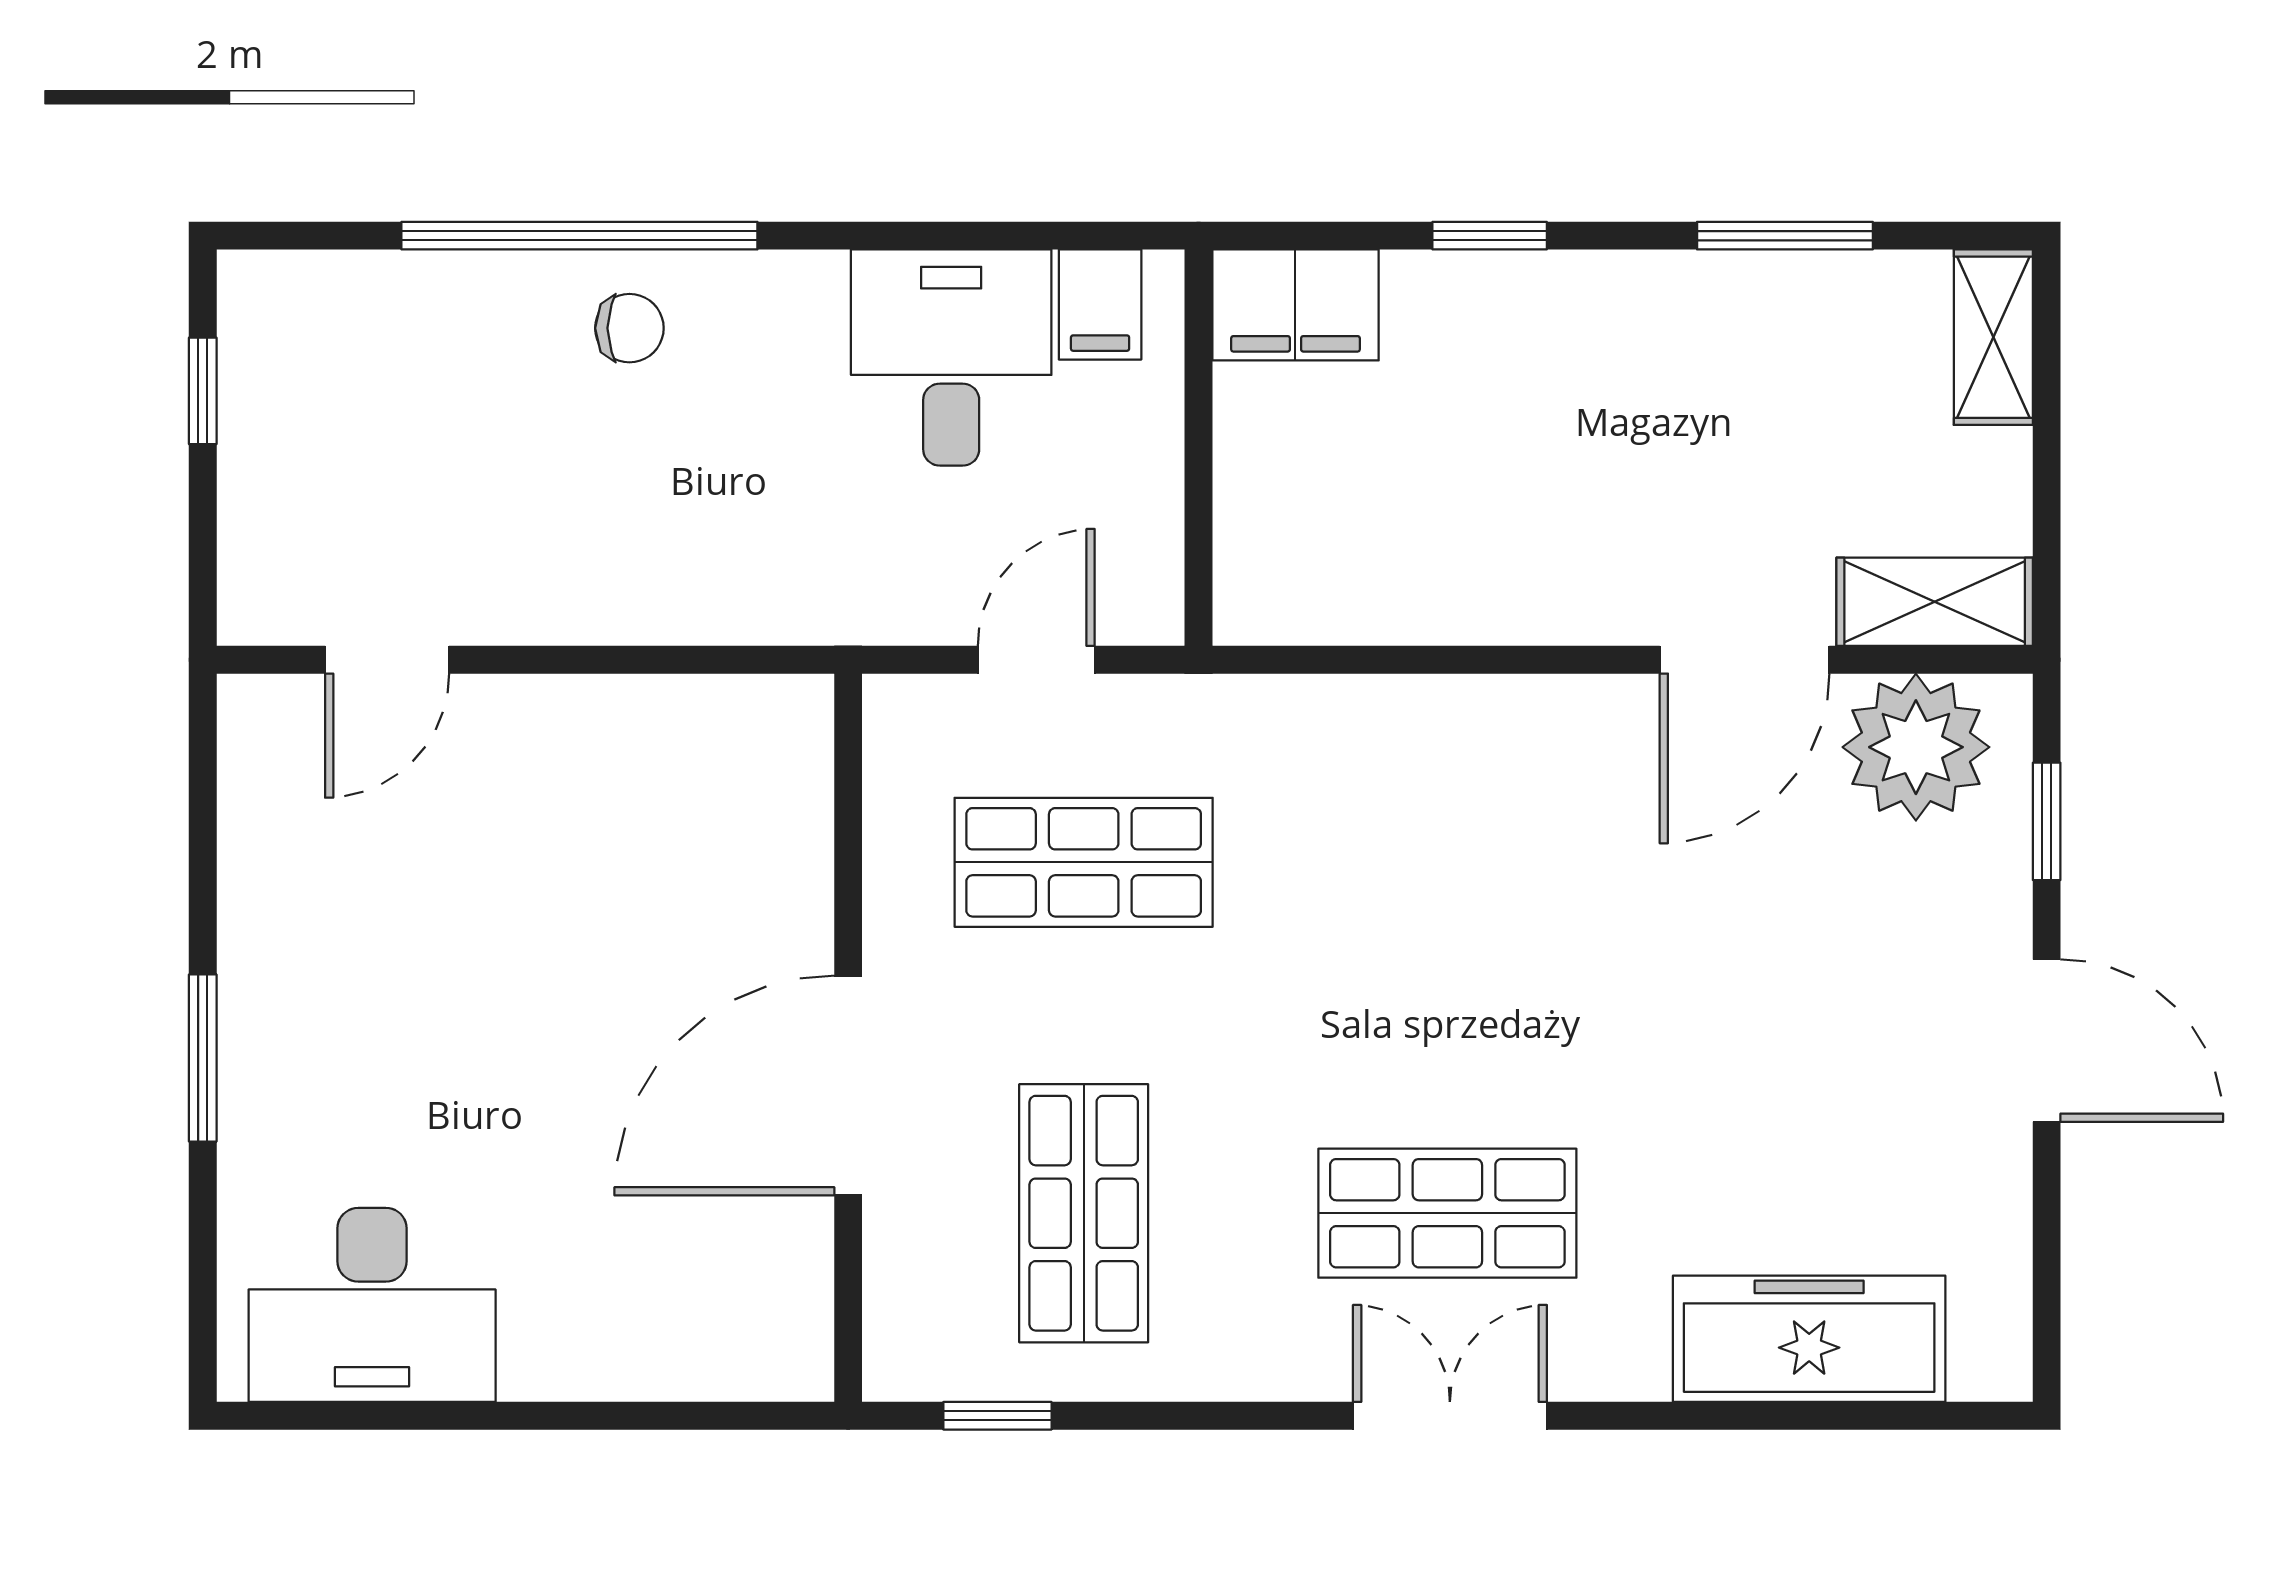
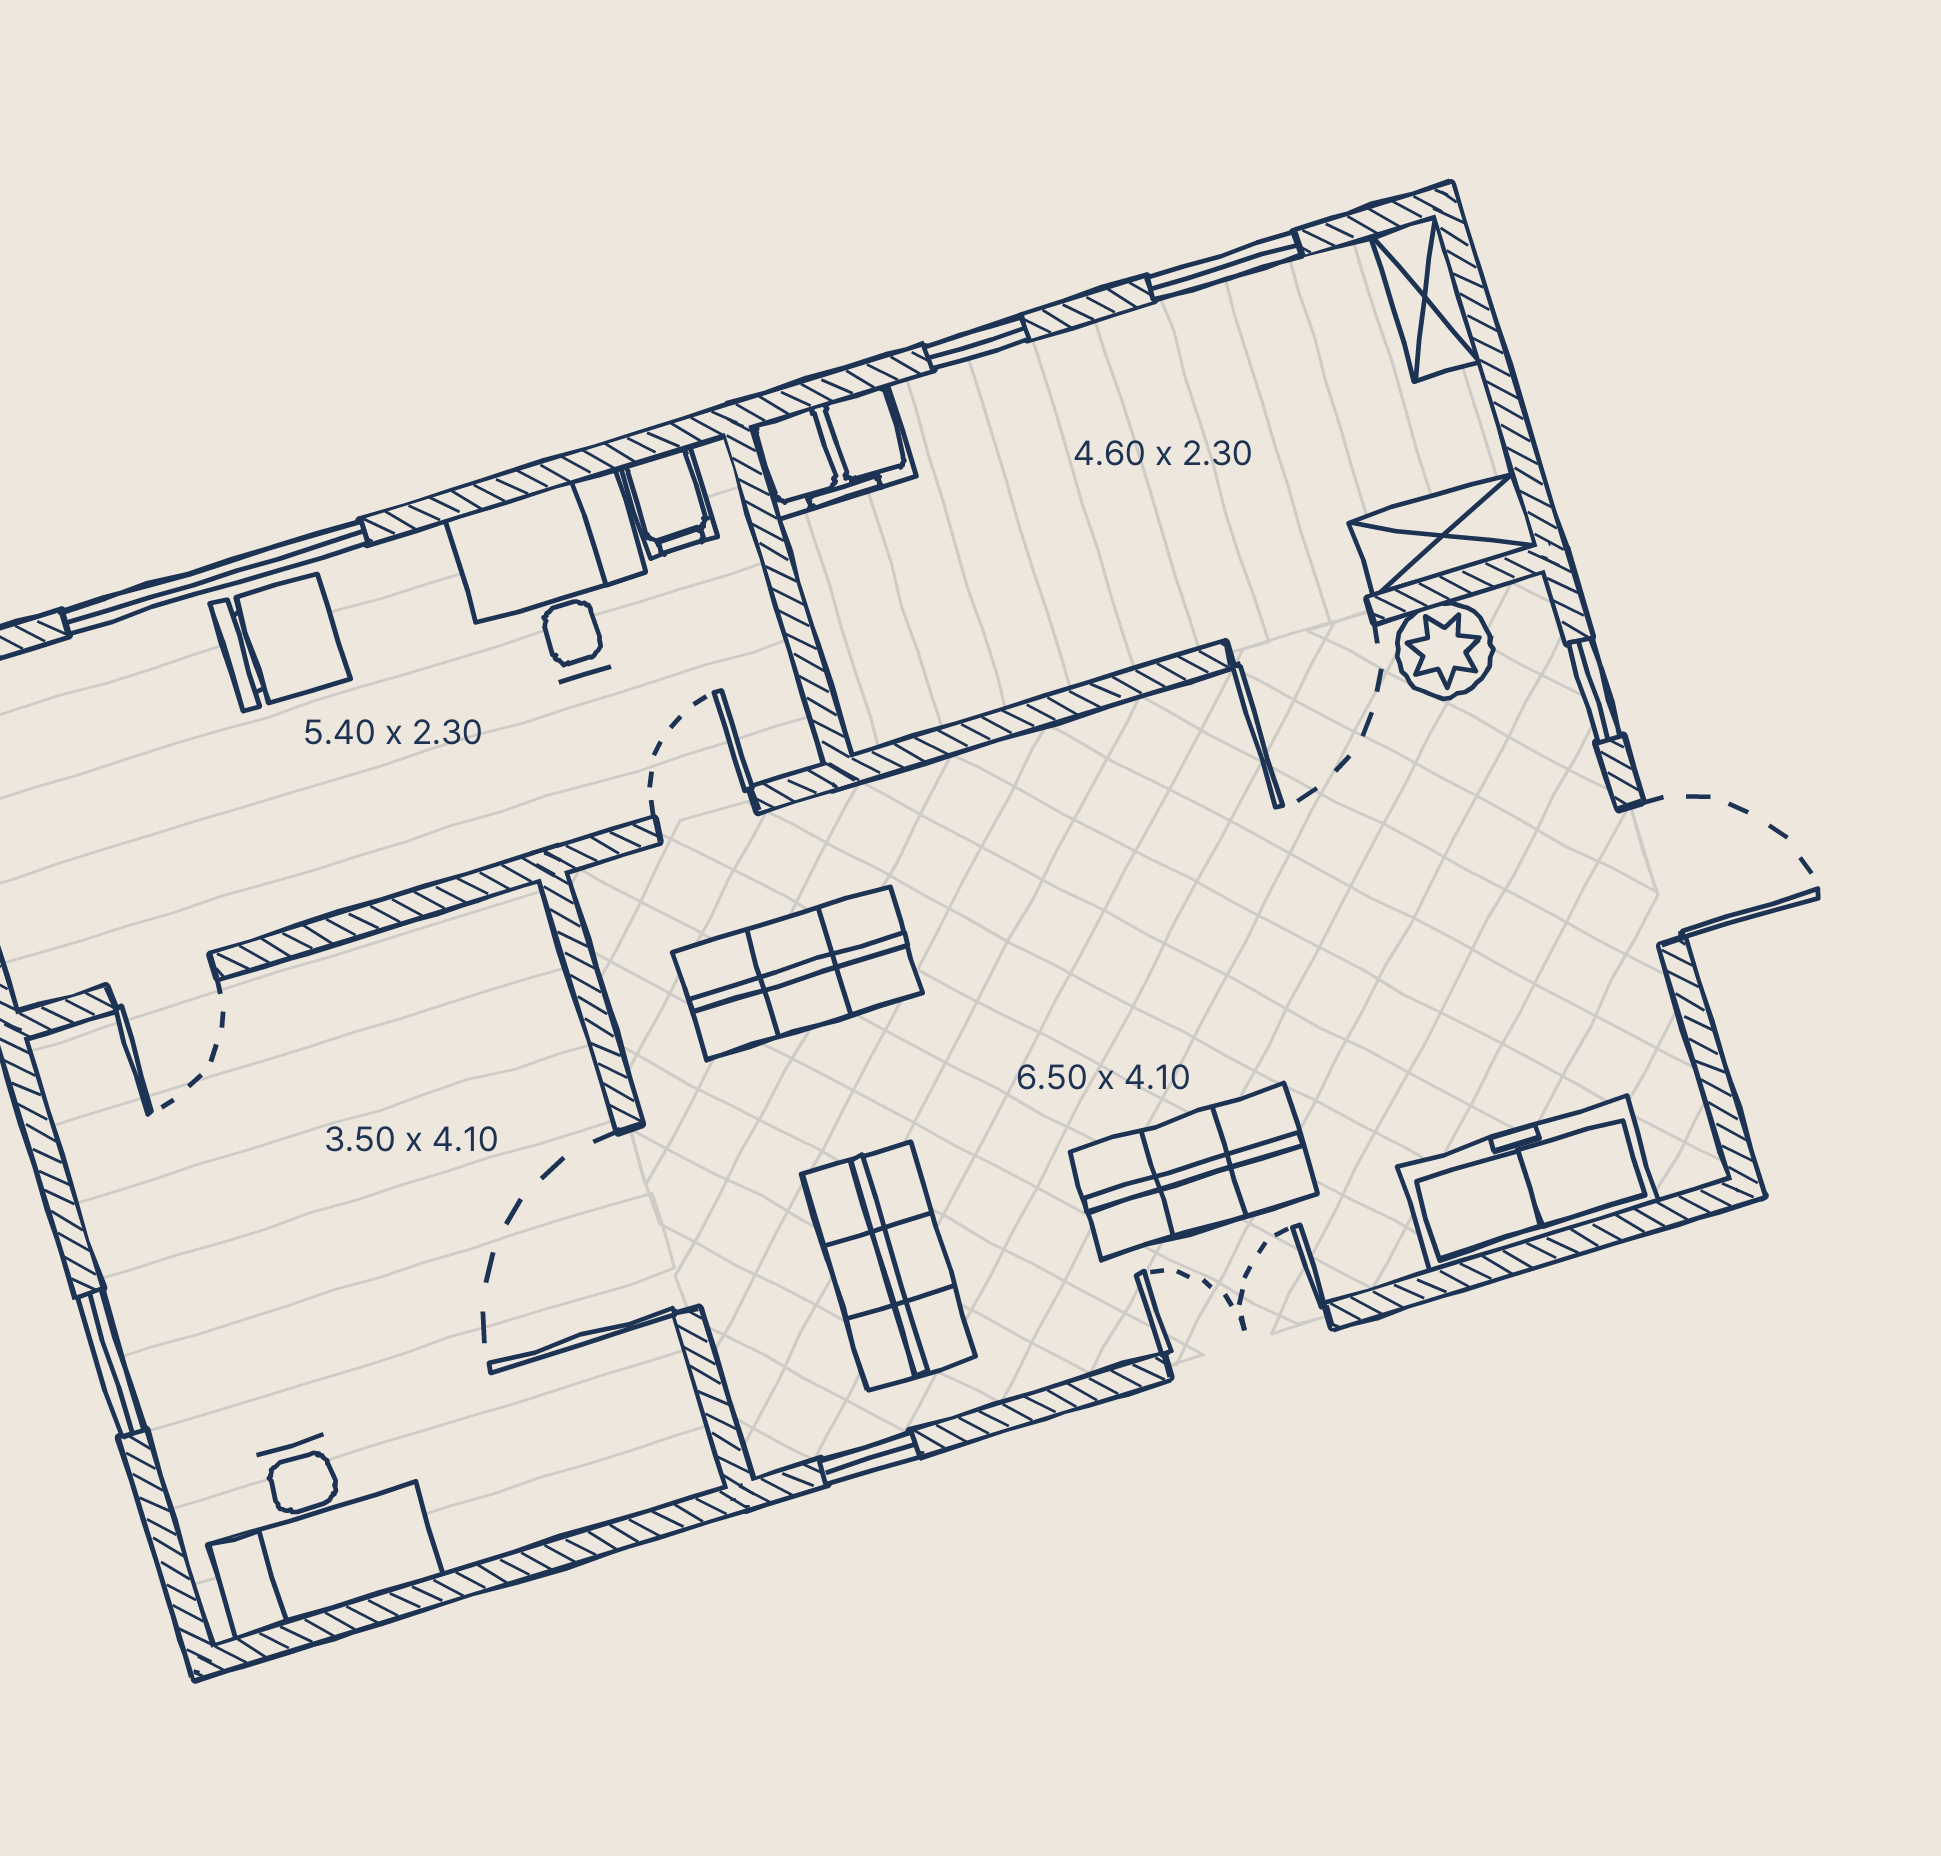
chair: (629, 328) -> (280, 642), width x1.87, depth x1.87
plant: (1916, 747) -> (1444, 650), width x0.73, depth x0.73

